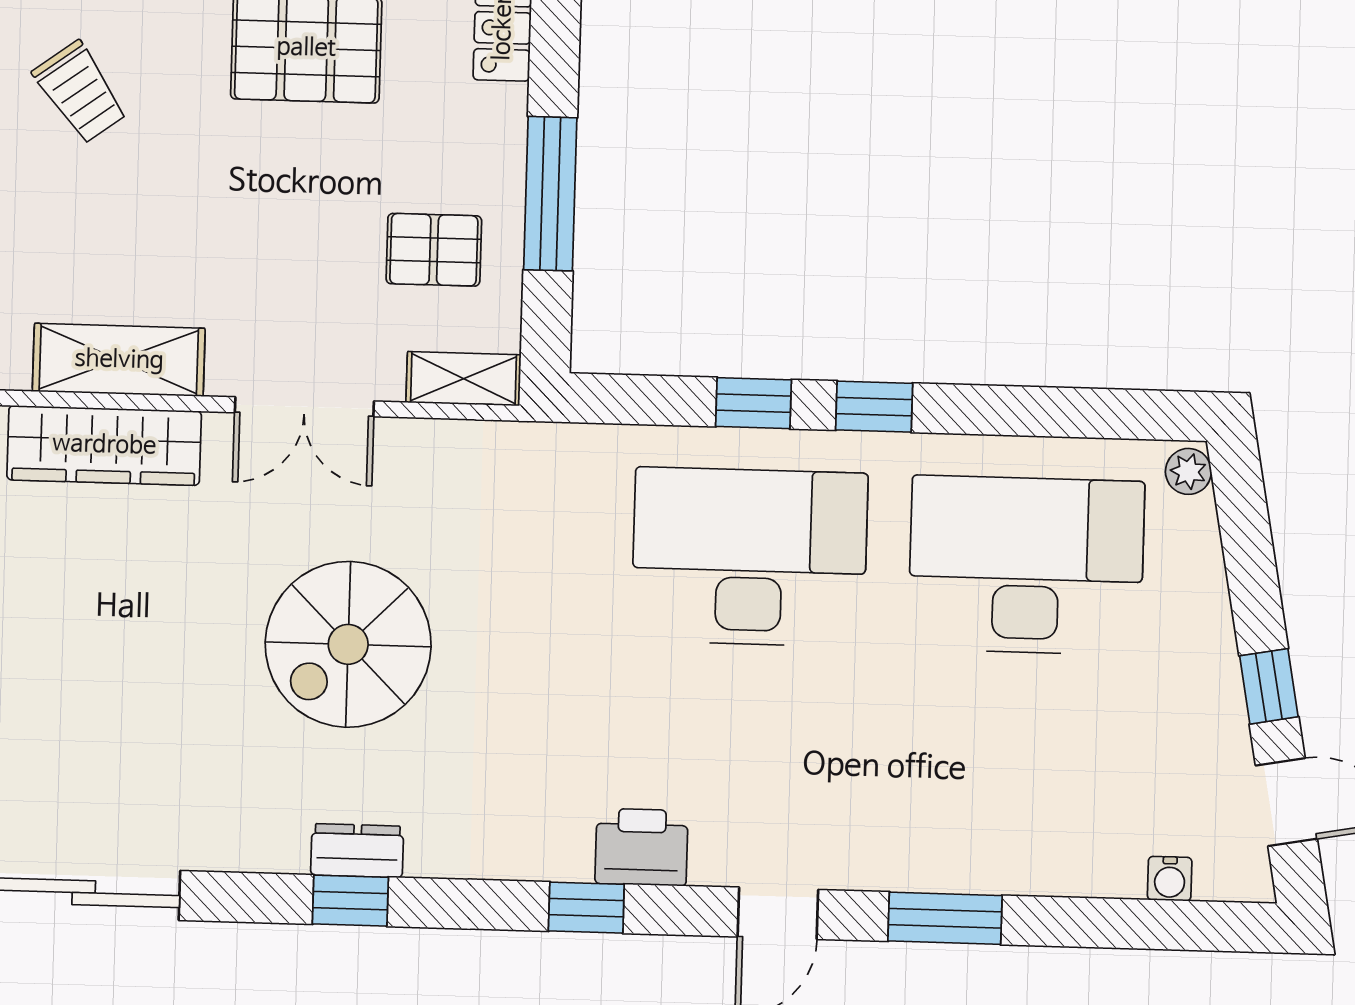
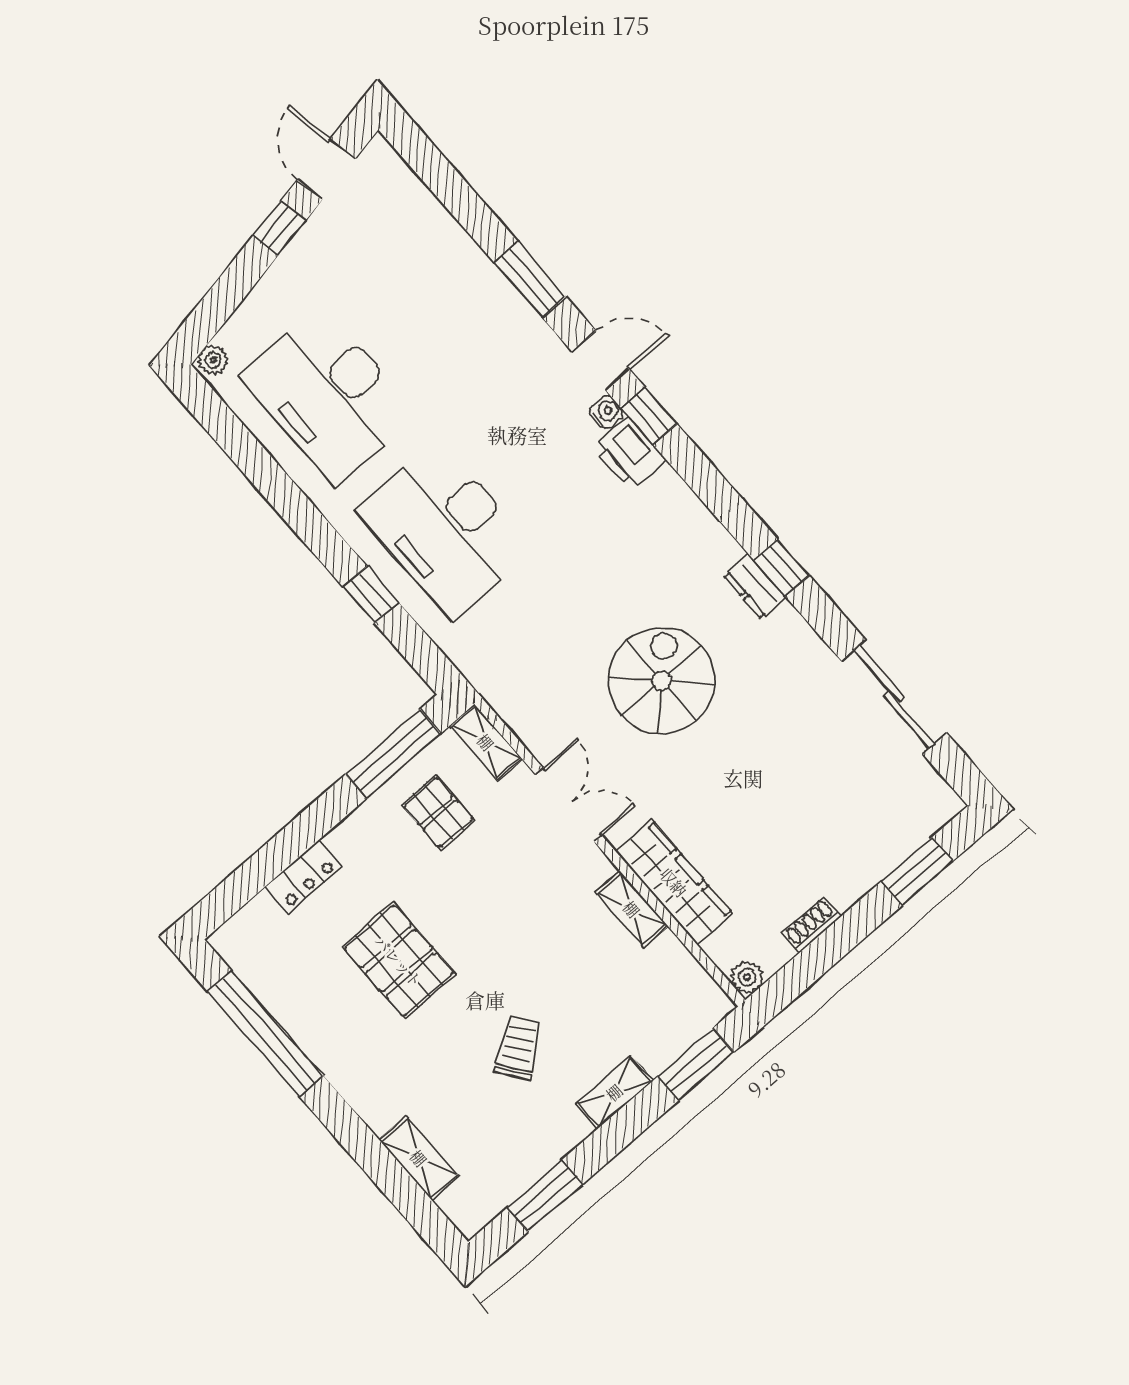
window: (550, 194) -> (393, 754), moved
shelving: (119, 360) -> (632, 909), width x0.67, depth x0.75
window: (874, 407) -> (320, 536), removed
spiral stairs: (348, 644) -> (662, 681), turned -90
water cooler: (1170, 879) -> (606, 412), moved
window: (586, 908) -> (649, 416), moved

